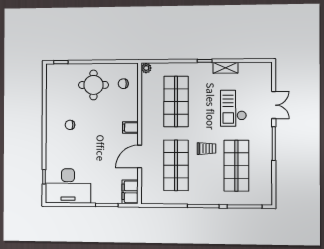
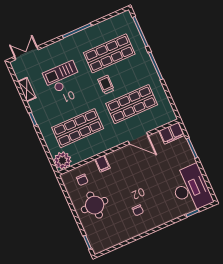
plant: (146, 68) -> (62, 161), width x1.88, depth x1.88
shelving: (225, 68) -> (27, 90), moved
double door: (274, 105) -> (26, 53), moved
checkout: (233, 108) -> (62, 77), turned 180
filing cabinet: (130, 127) -> (102, 164), moved

